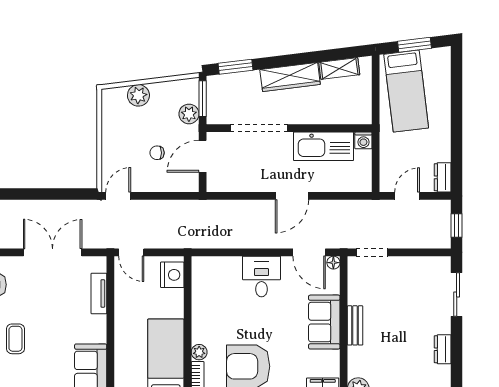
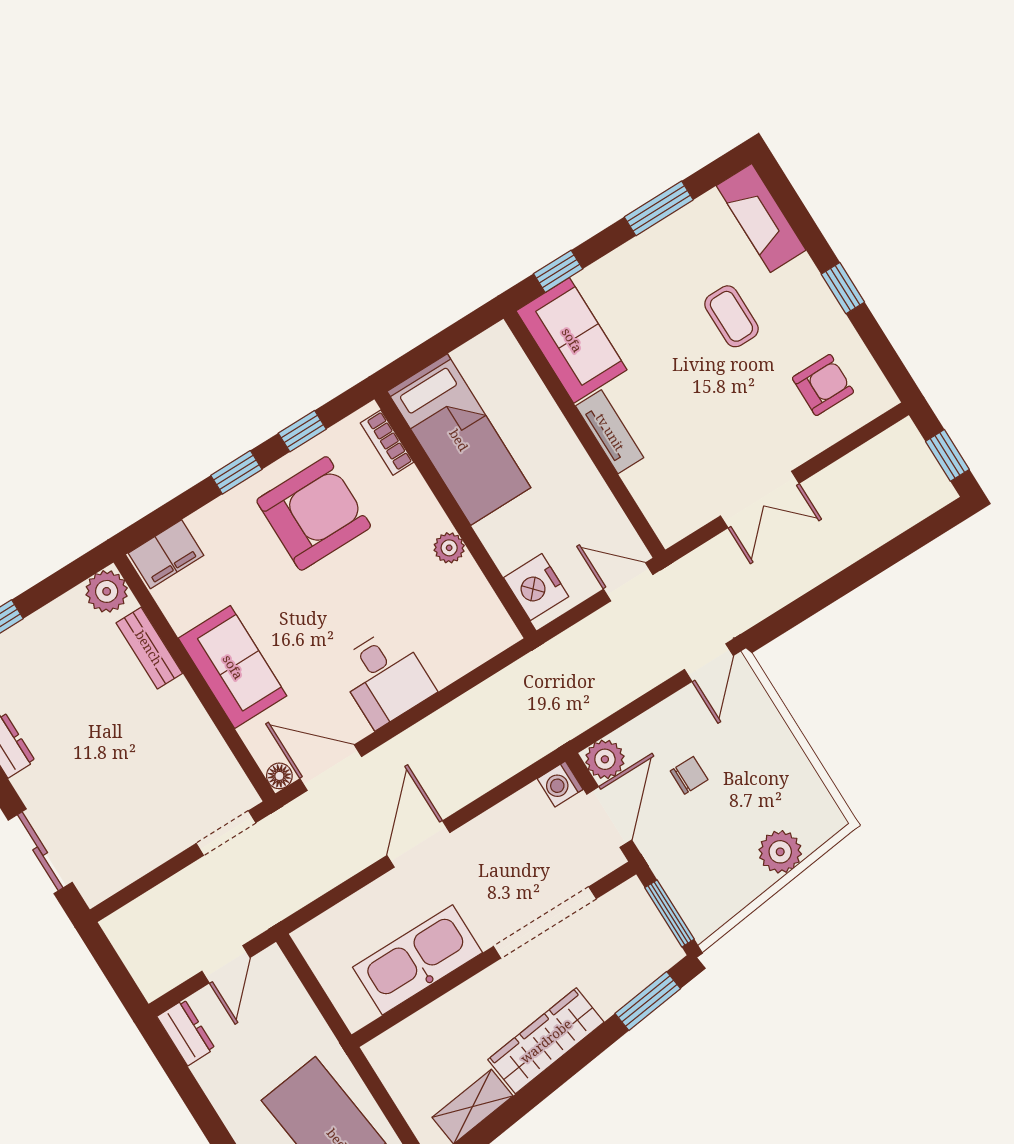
plant: (189, 114) -> (605, 759), moved
washing machine: (363, 140) -> (560, 784), moved, turned -90
window: (457, 225) -> (112, 967), removed
double door: (53, 252) -> (760, 500), width x0.73
tv unit: (99, 293) -> (610, 432), moved
bench: (355, 325) -> (149, 648), moved
plant: (199, 352) -> (449, 548), moved

